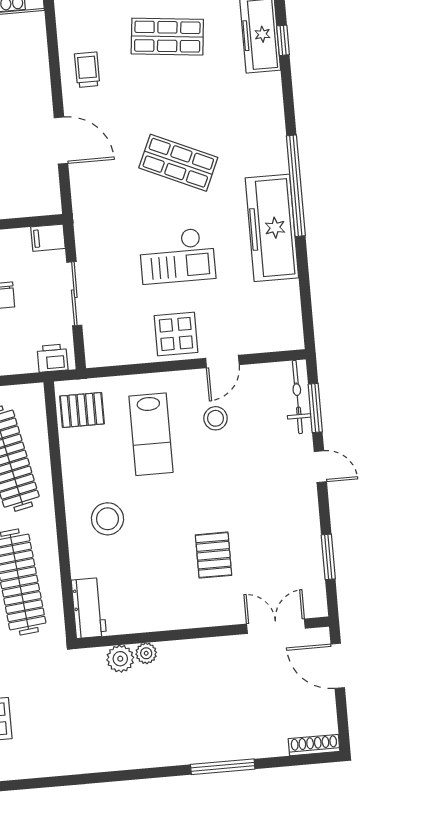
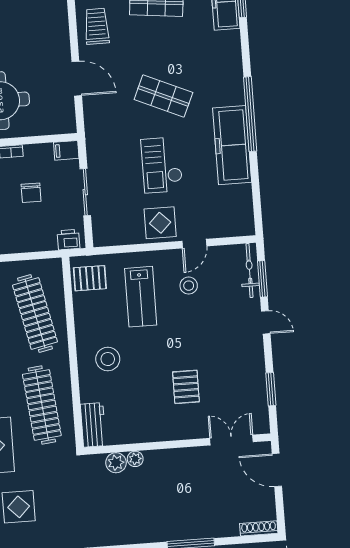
trolley: (87, 70) -> (97, 26), width x1.36, depth x1.39
checkout: (177, 256) -> (162, 165), turned 90

